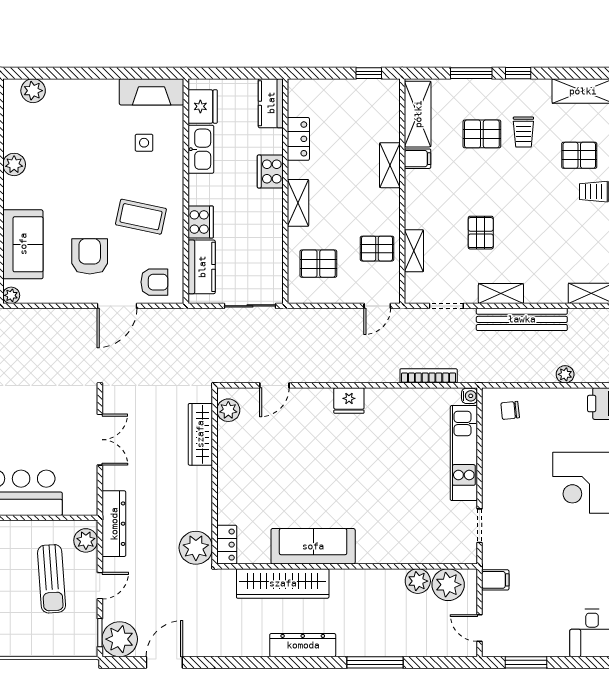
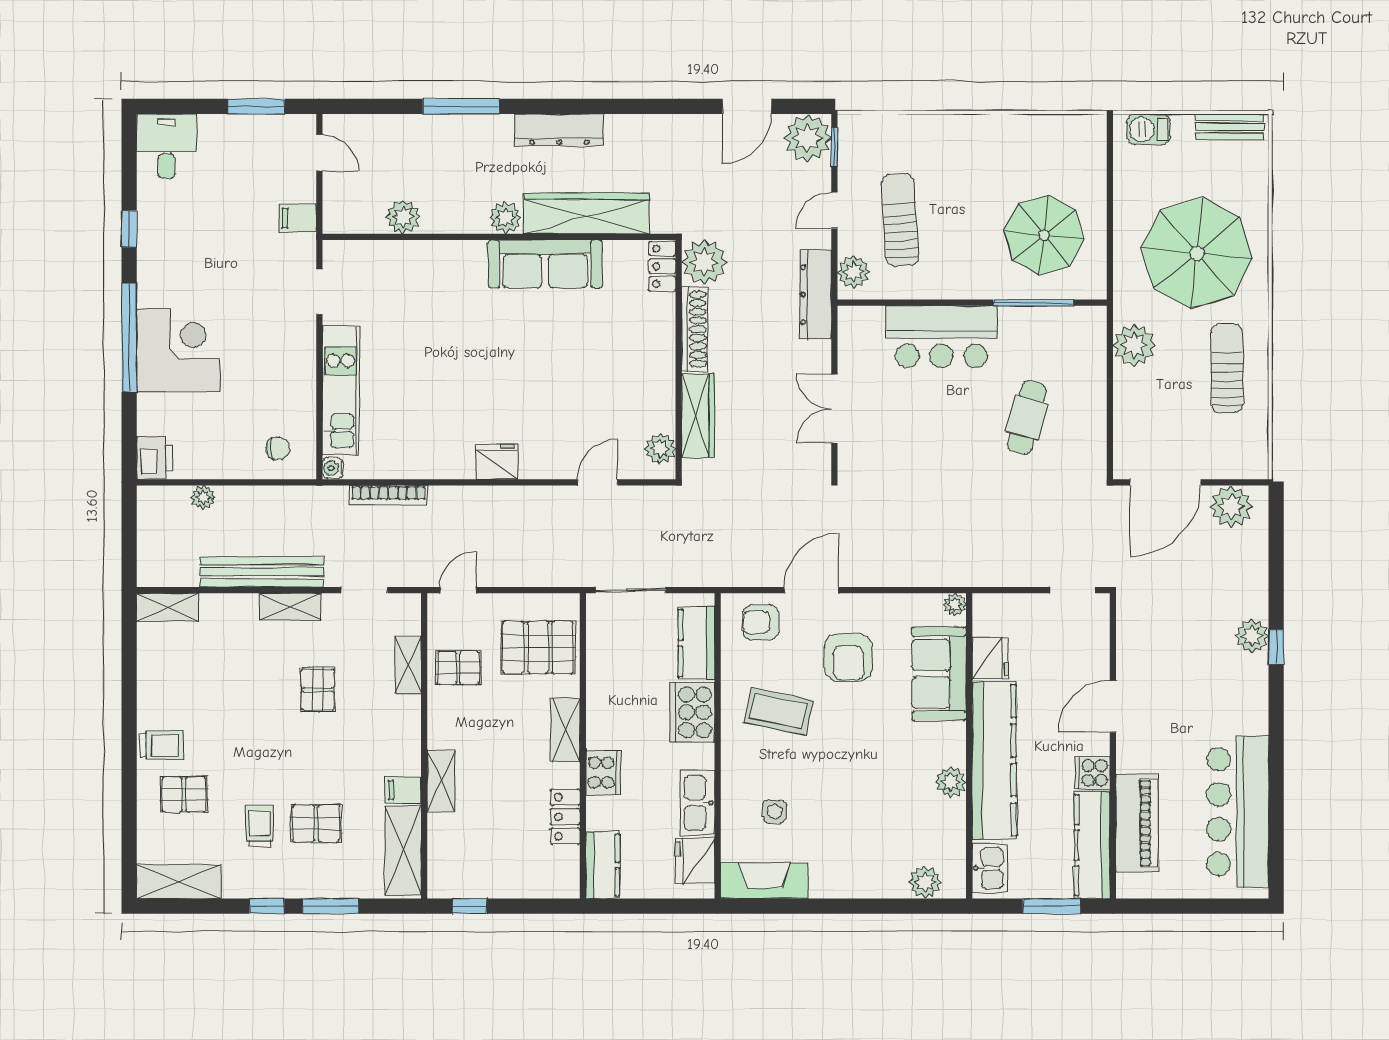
cooker: (201, 222) -> (692, 712), width x1.37, depth x1.31
pallet: (318, 264) -> (538, 648), width x1.50, depth x1.42
shoe rack: (203, 498) -> (695, 329), added
plant: (448, 585) -> (505, 218), moved, width x0.73, depth x0.73

